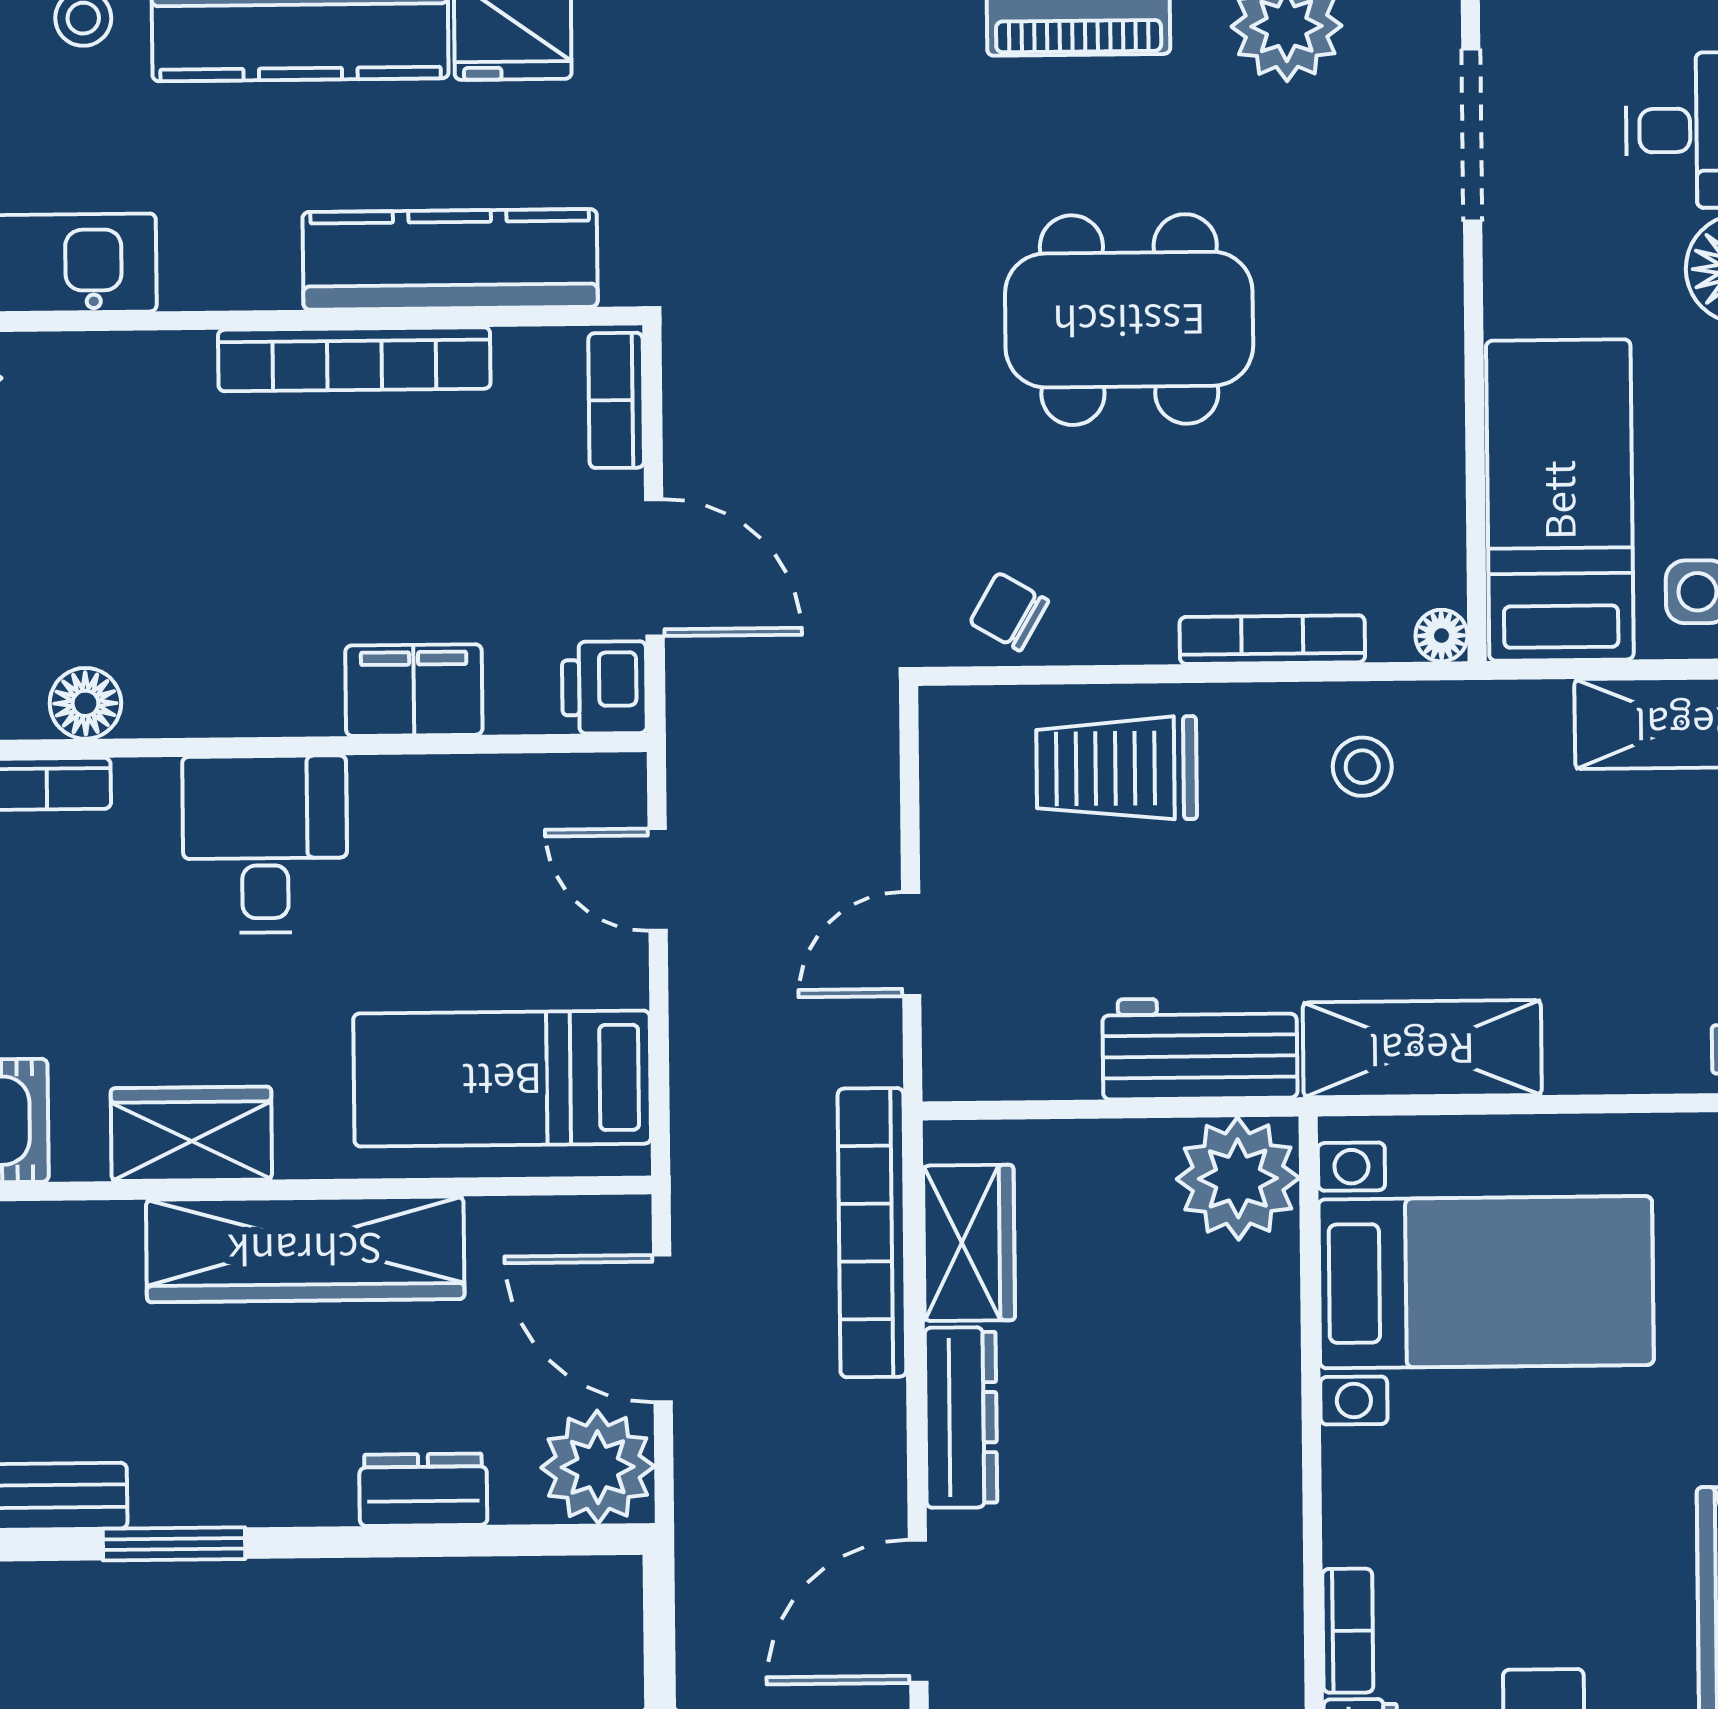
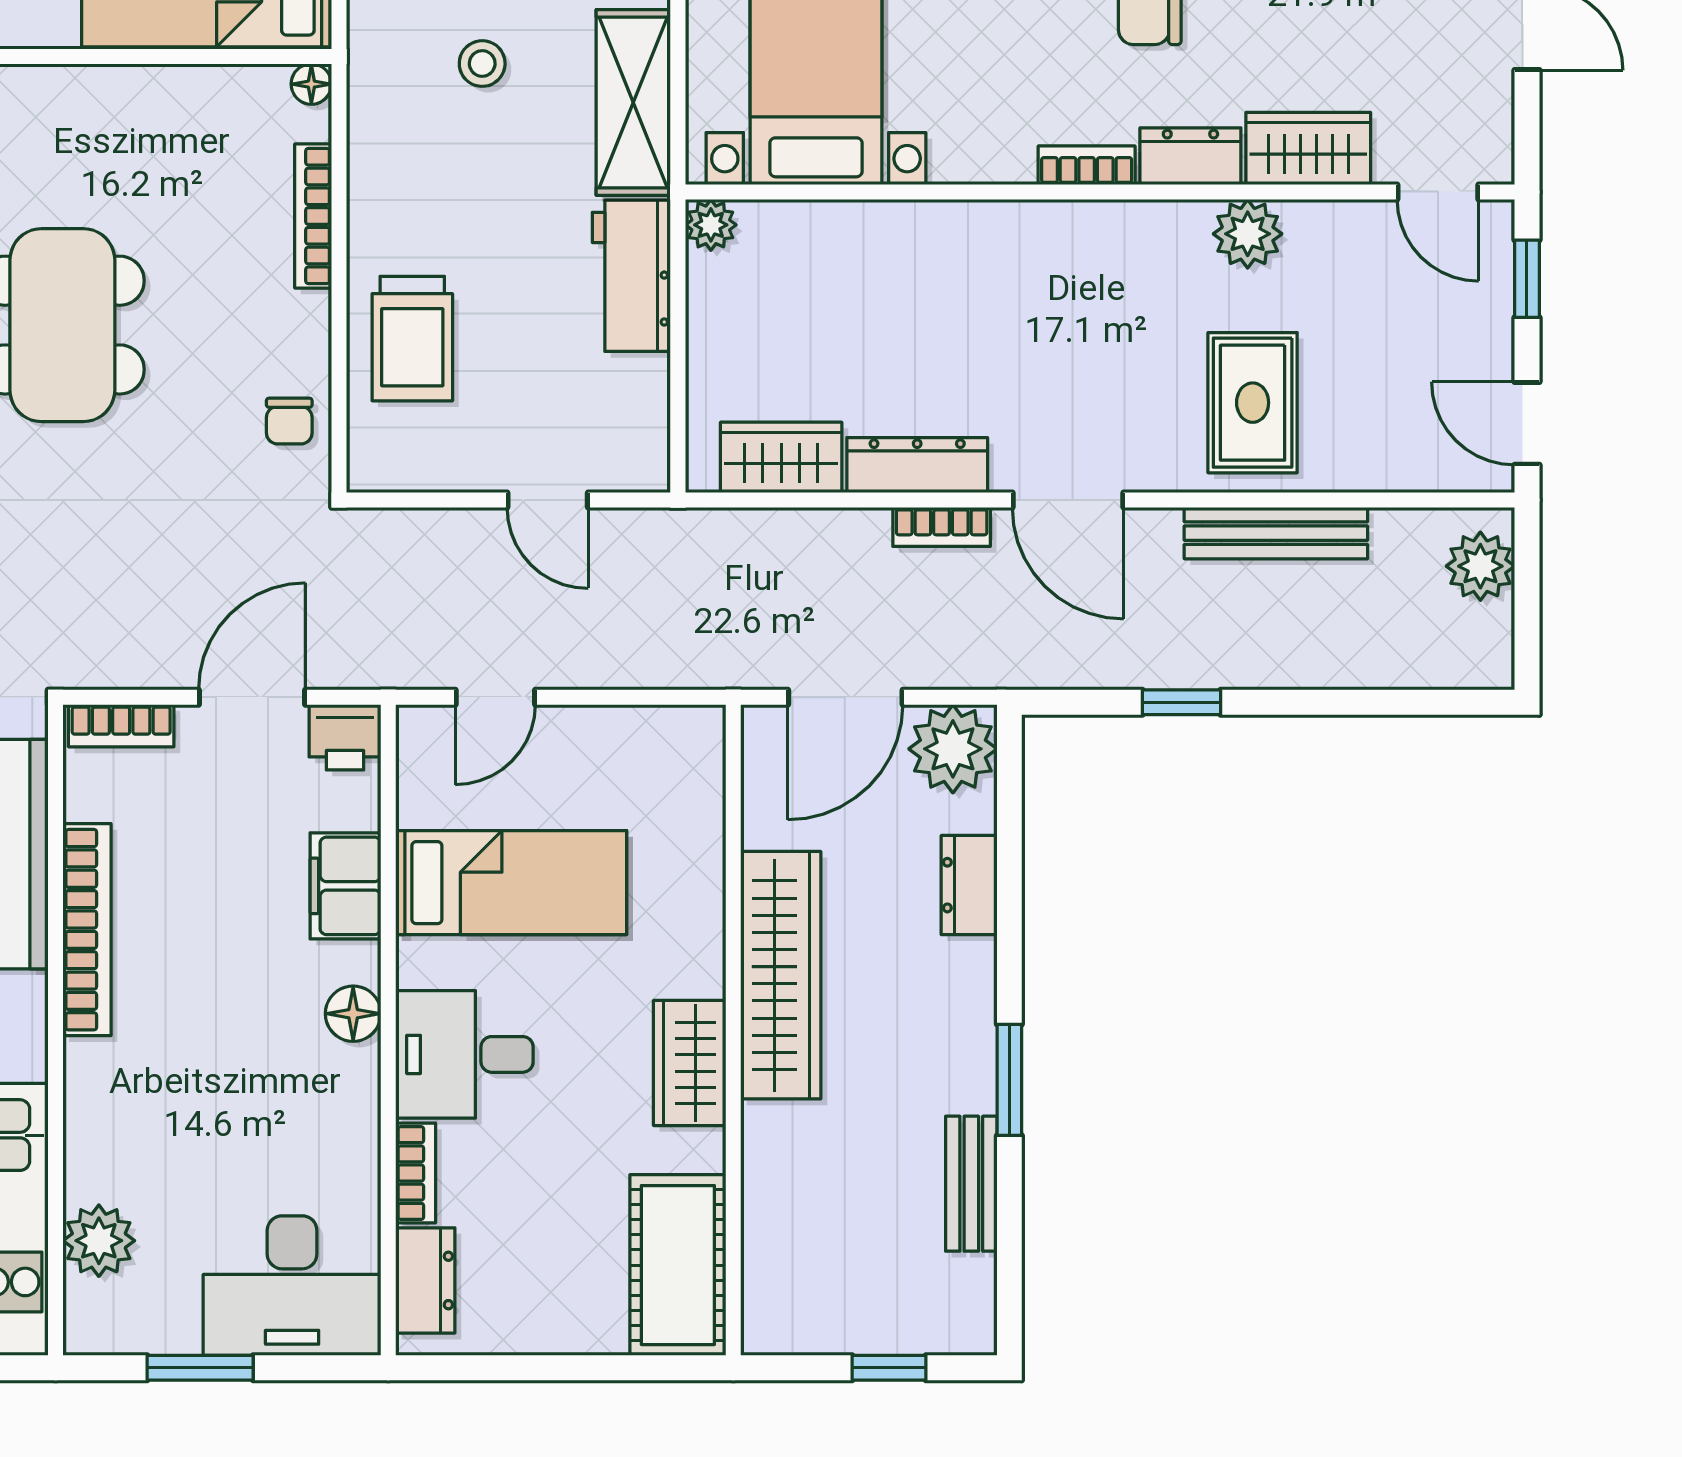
chair: (1009, 612) -> (289, 421), turned -30
floor lamp: (85, 703) -> (353, 1014), moved
stool: (1362, 767) -> (482, 64), moved
desk: (265, 844) -> (464, 1054), moved
bed: (502, 1079) -> (511, 883), moved, turned -90
plant: (1238, 1178) -> (711, 225), width x0.53, depth x0.53
bookcase: (872, 1233) -> (942, 527), moved, width x0.43, depth x0.76

